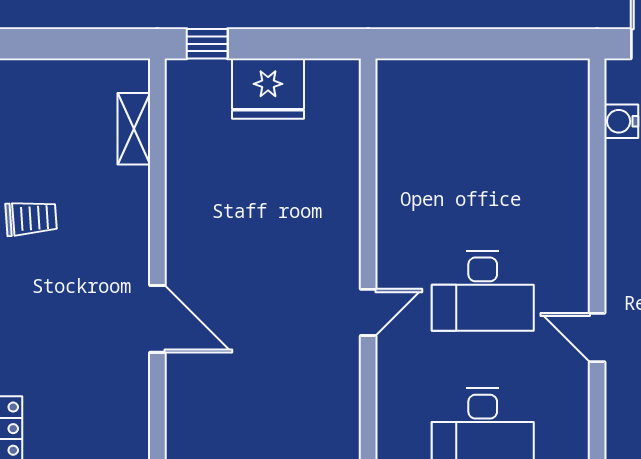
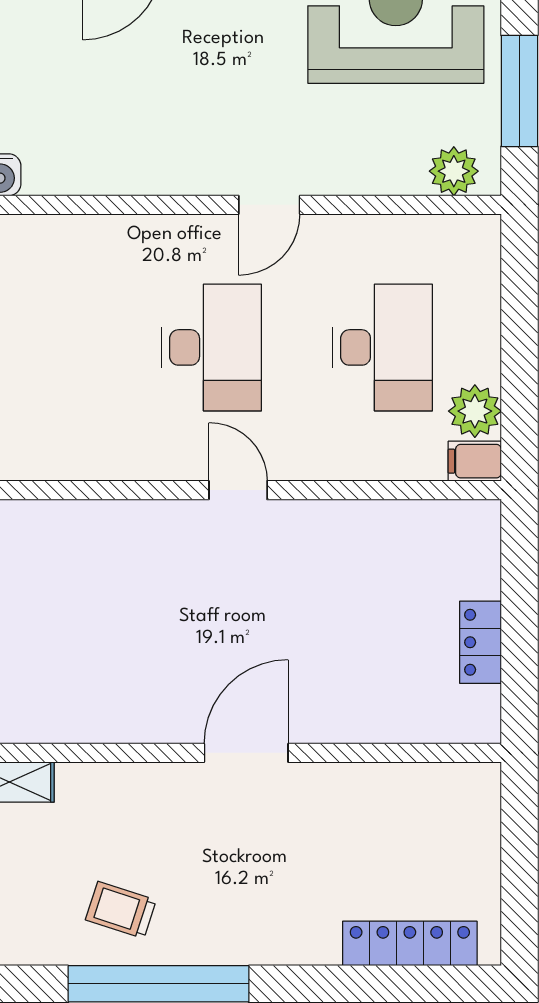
trolley: (31, 218) -> (121, 910), turned -68

